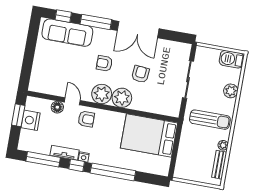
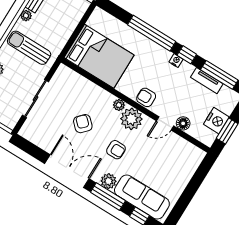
plant: (100, 35) -> (109, 181), added
armchair: (140, 74) -> (83, 124), turned 129
plant: (122, 98) -> (119, 105), width x0.53, depth x0.53
door: (72, 101) -> (165, 123), hinge flipped
armchair: (86, 119) -> (146, 97), moved
tv unit: (65, 153) -> (207, 81), moved

